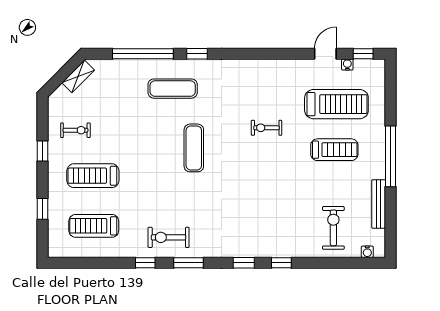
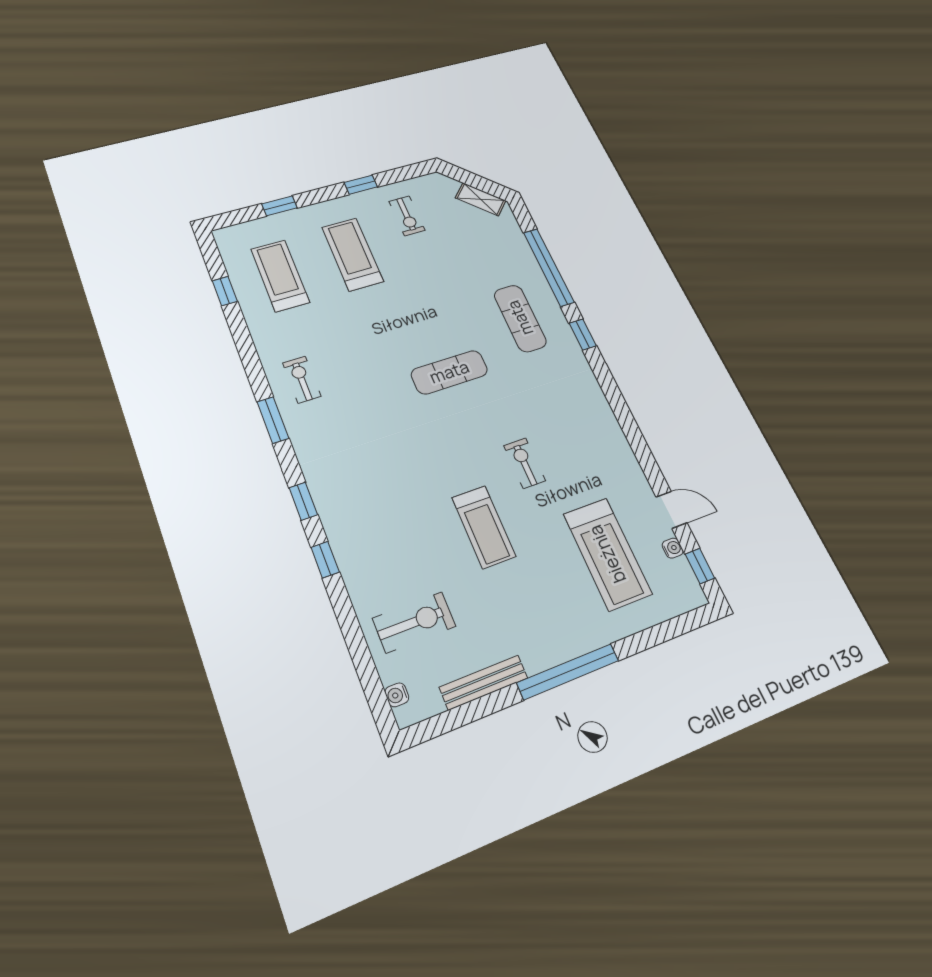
treadmill: (334, 150) -> (484, 527), moved
exercise bike: (169, 237) -> (302, 380), width x0.73, depth x0.72
window: (145, 263) -> (225, 291), moved

